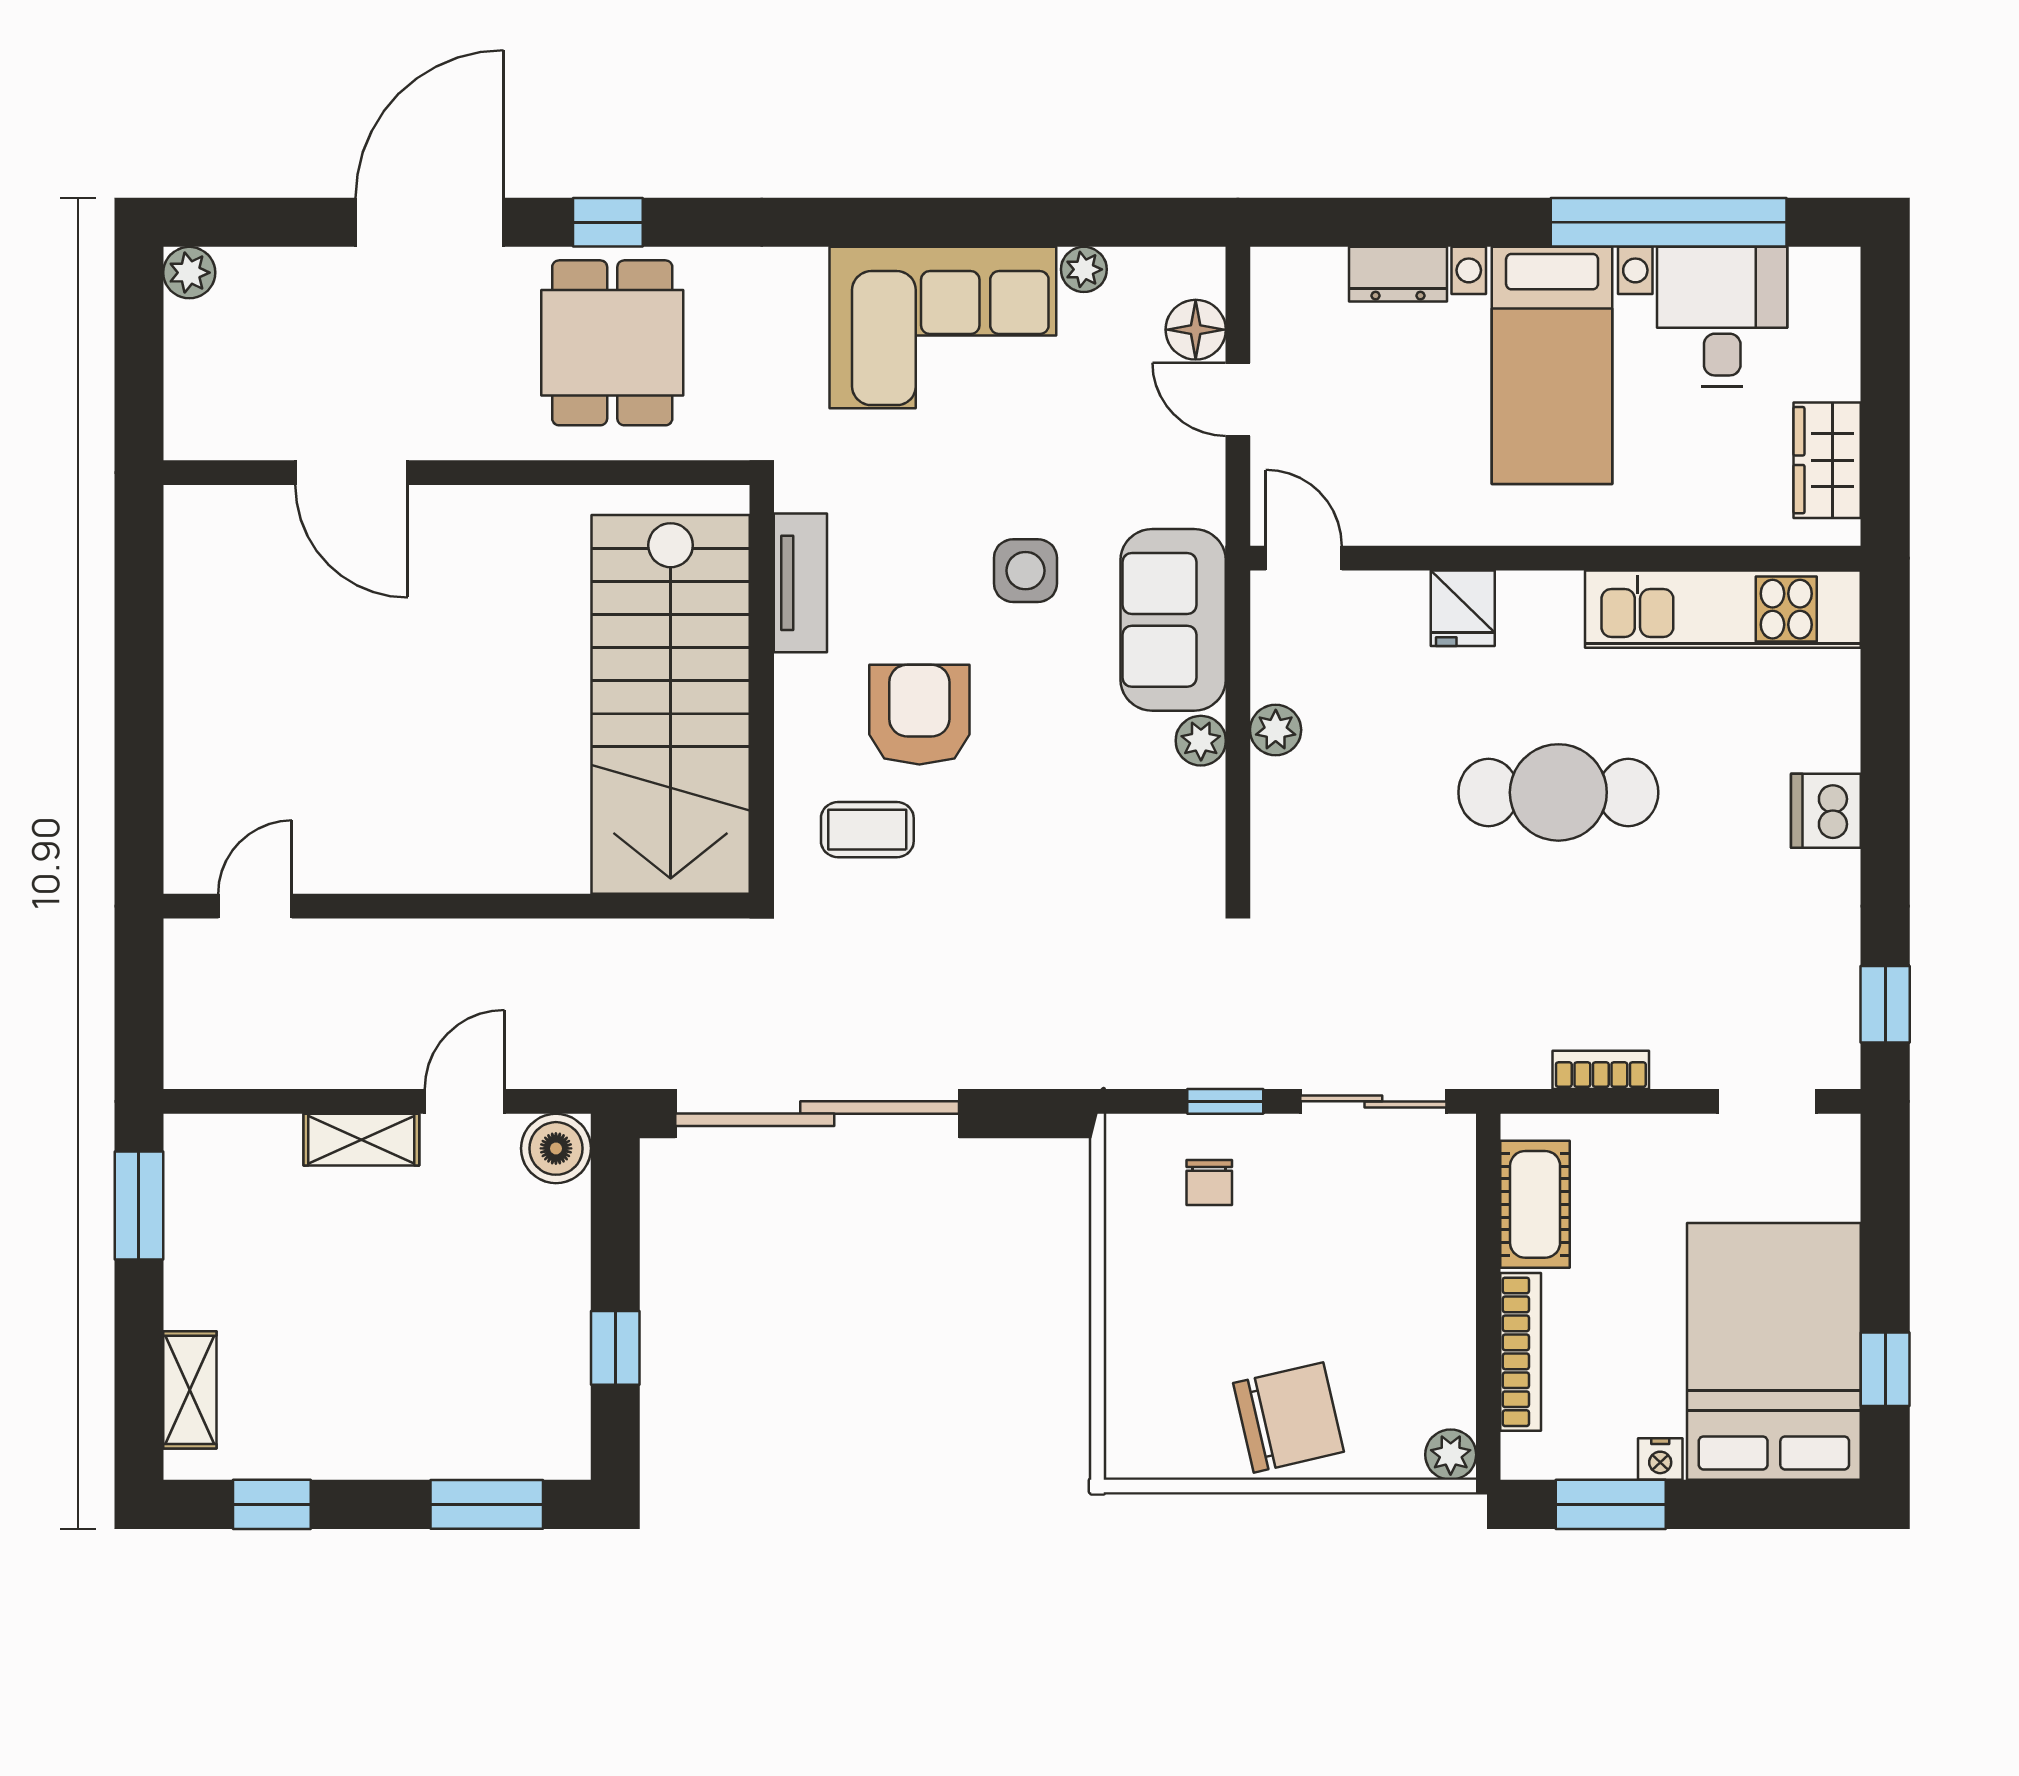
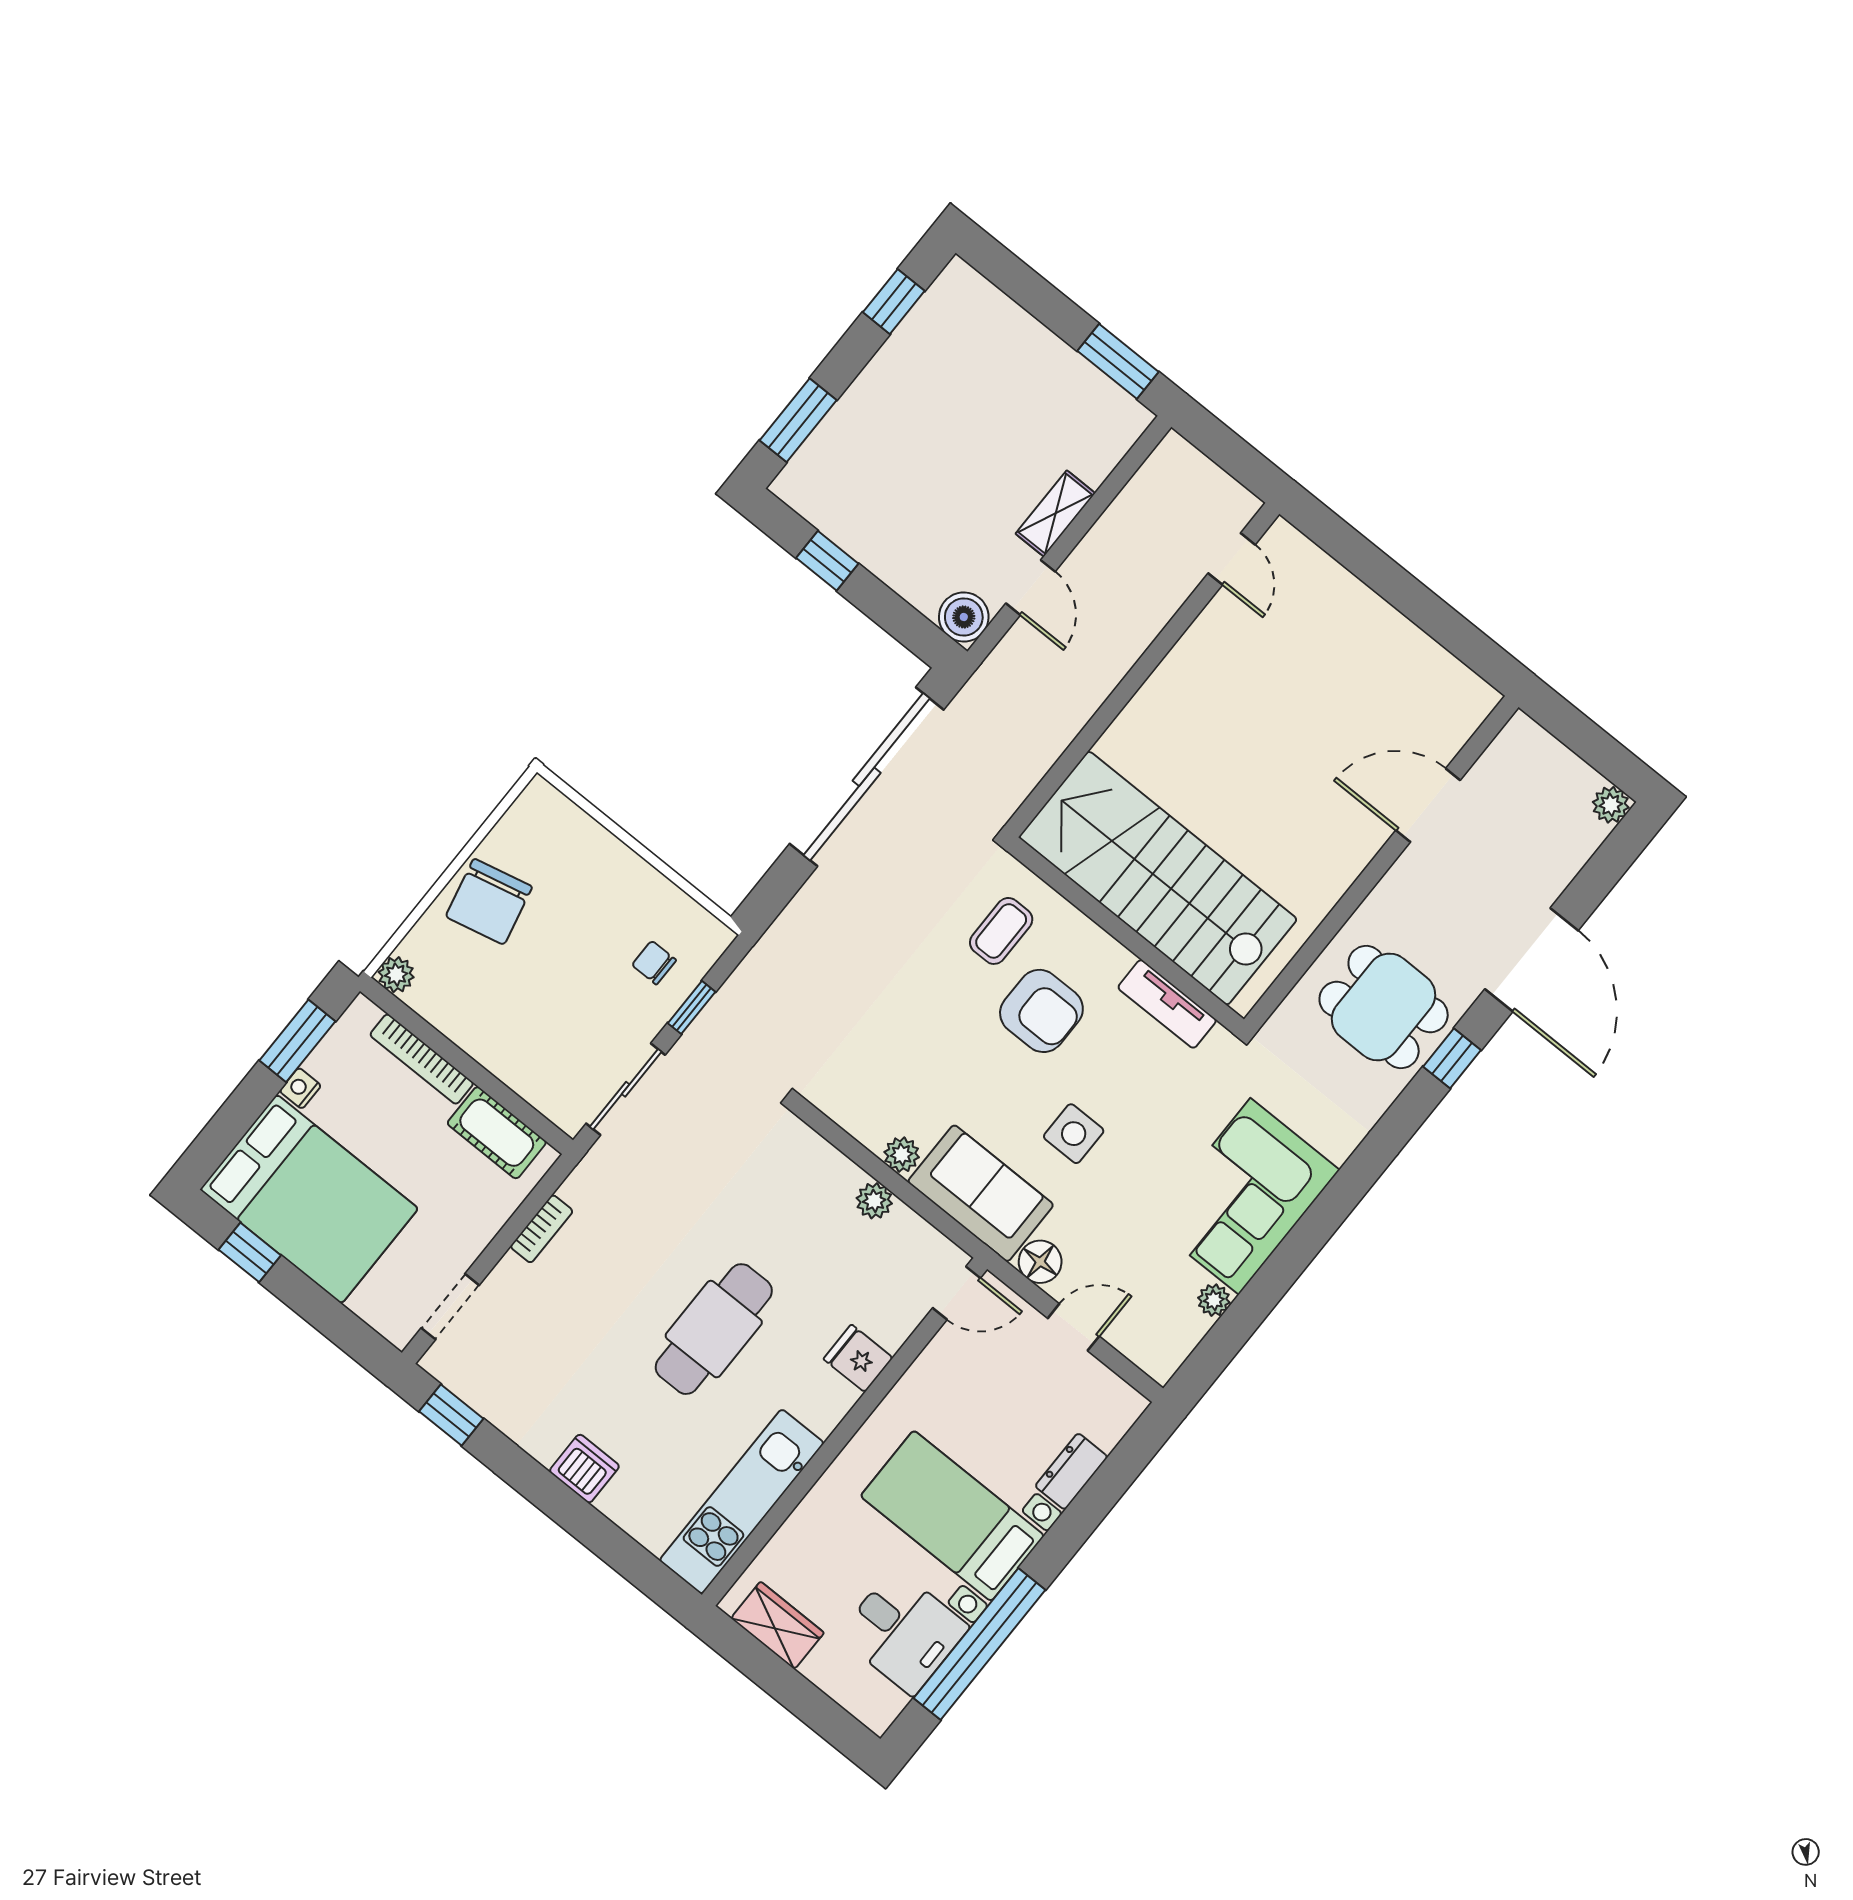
floor lamp: (1196, 330) -> (1040, 1262), moved
shelving: (190, 1390) -> (994, 307), removed

